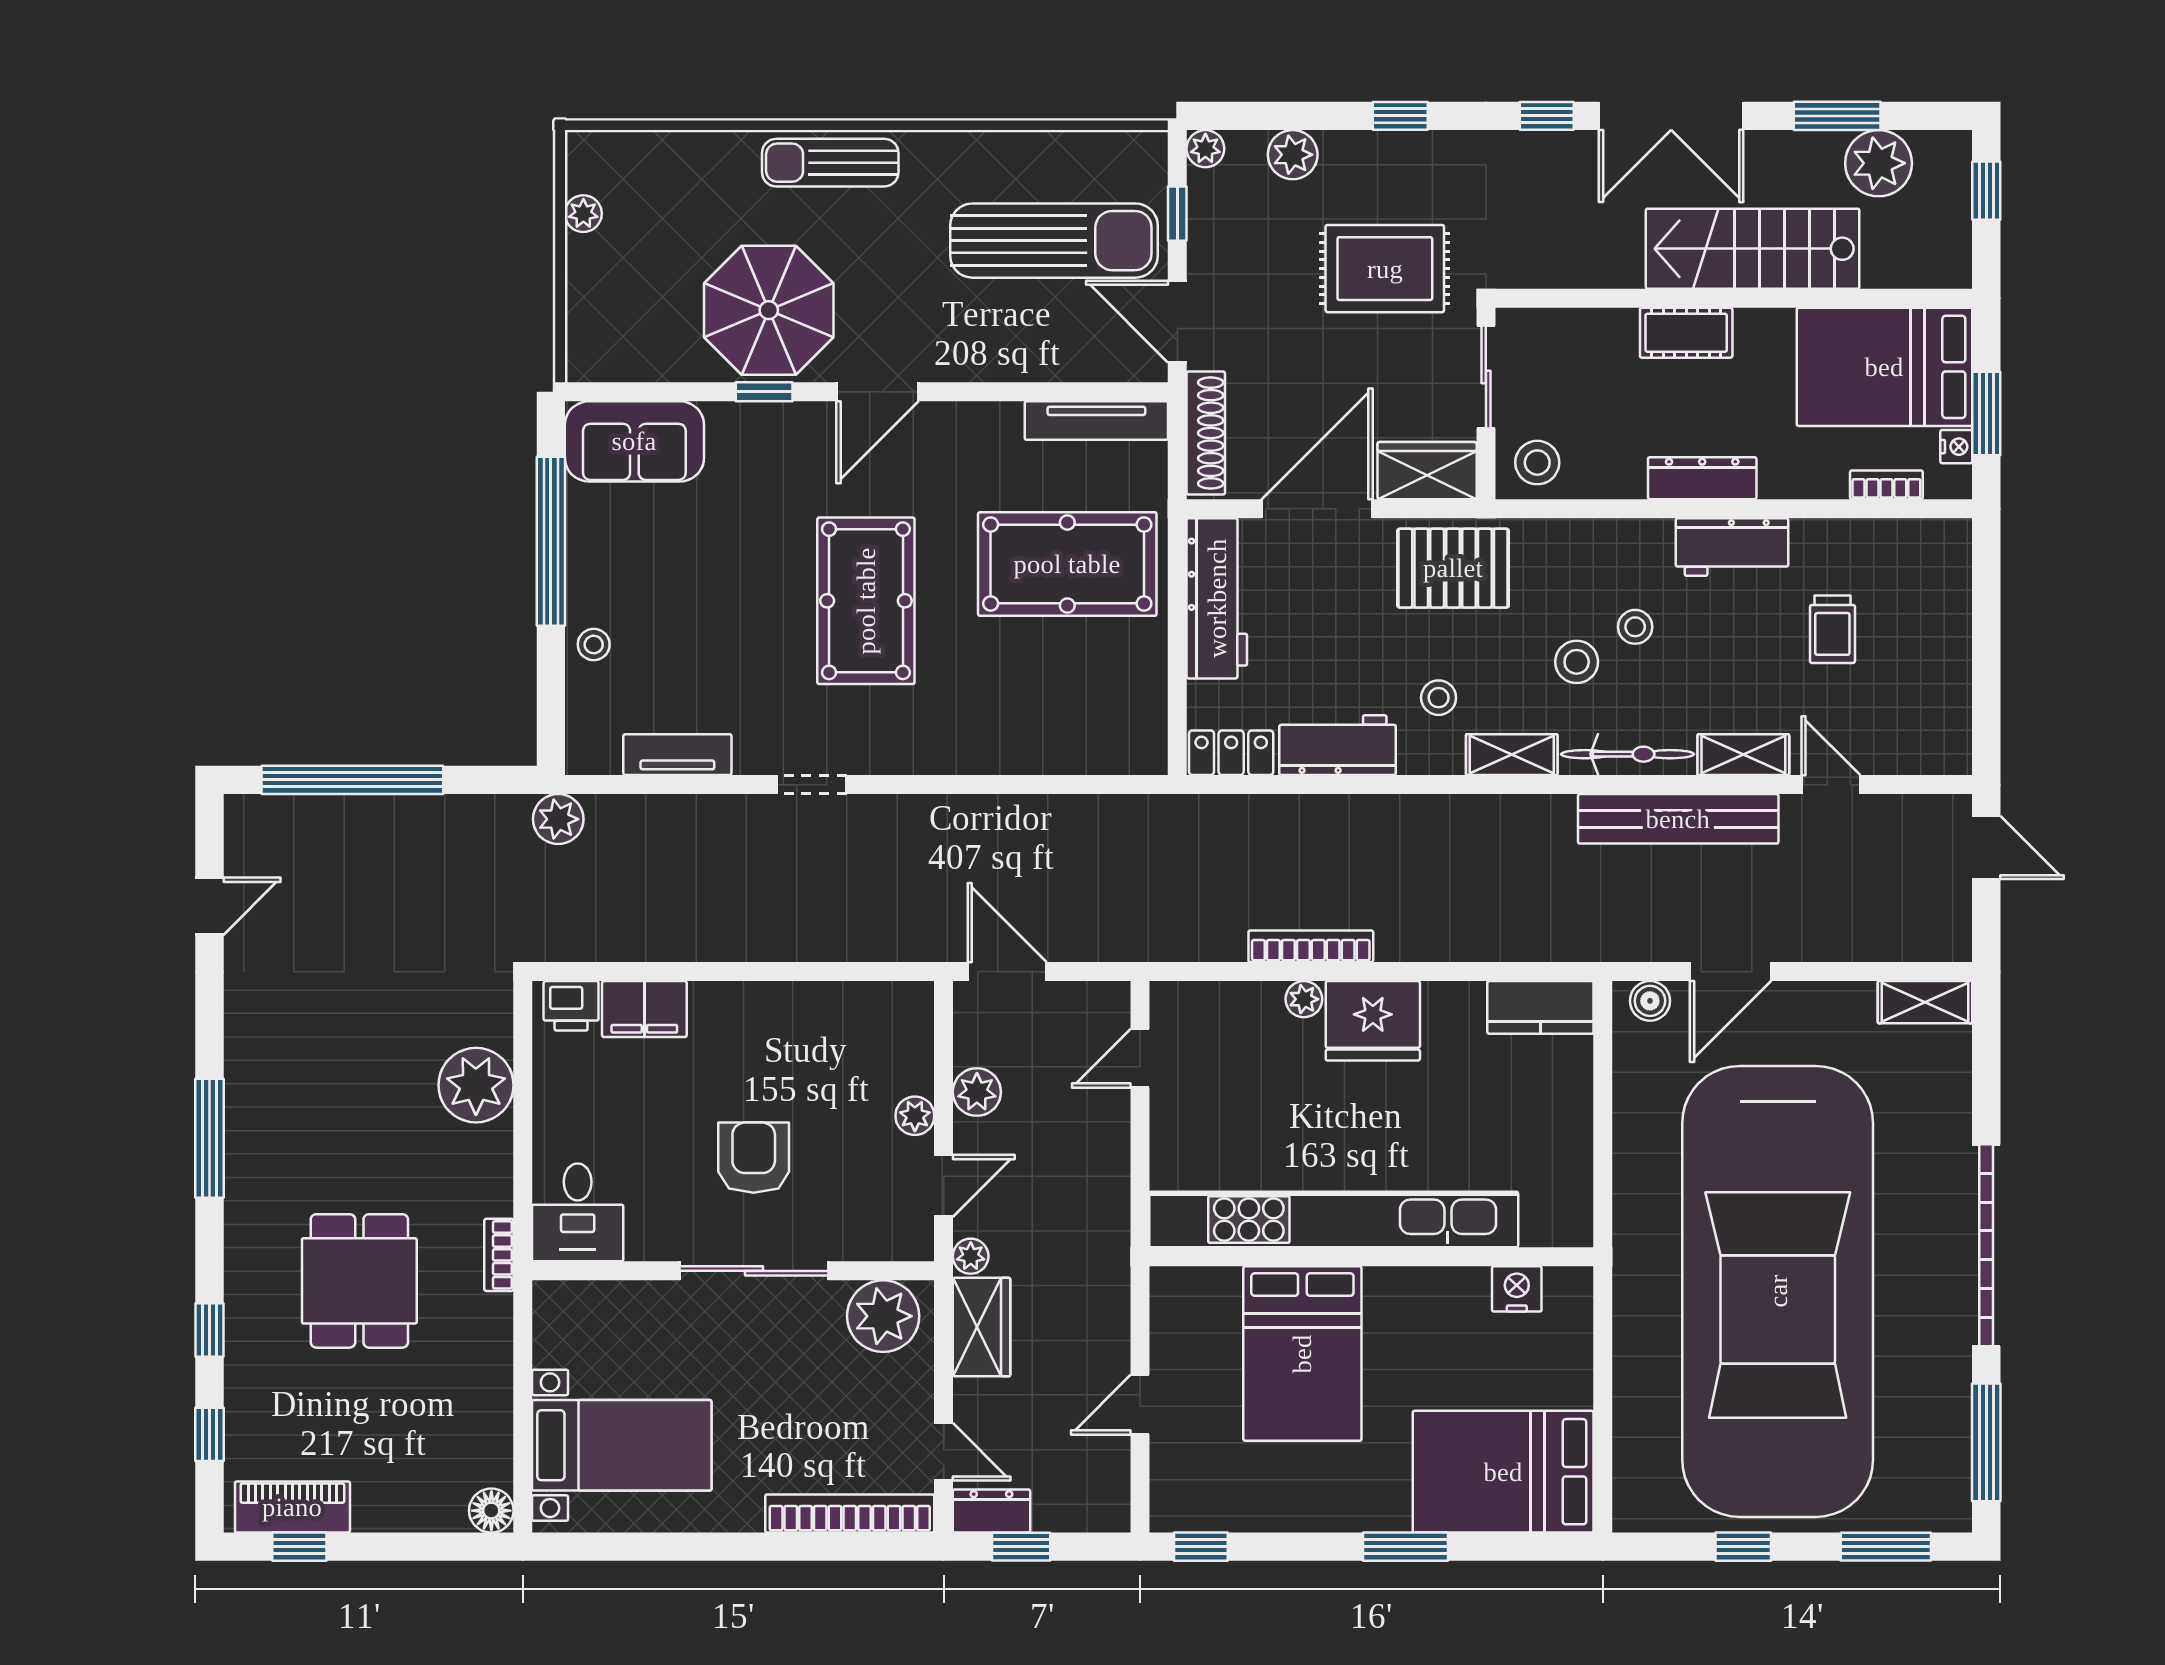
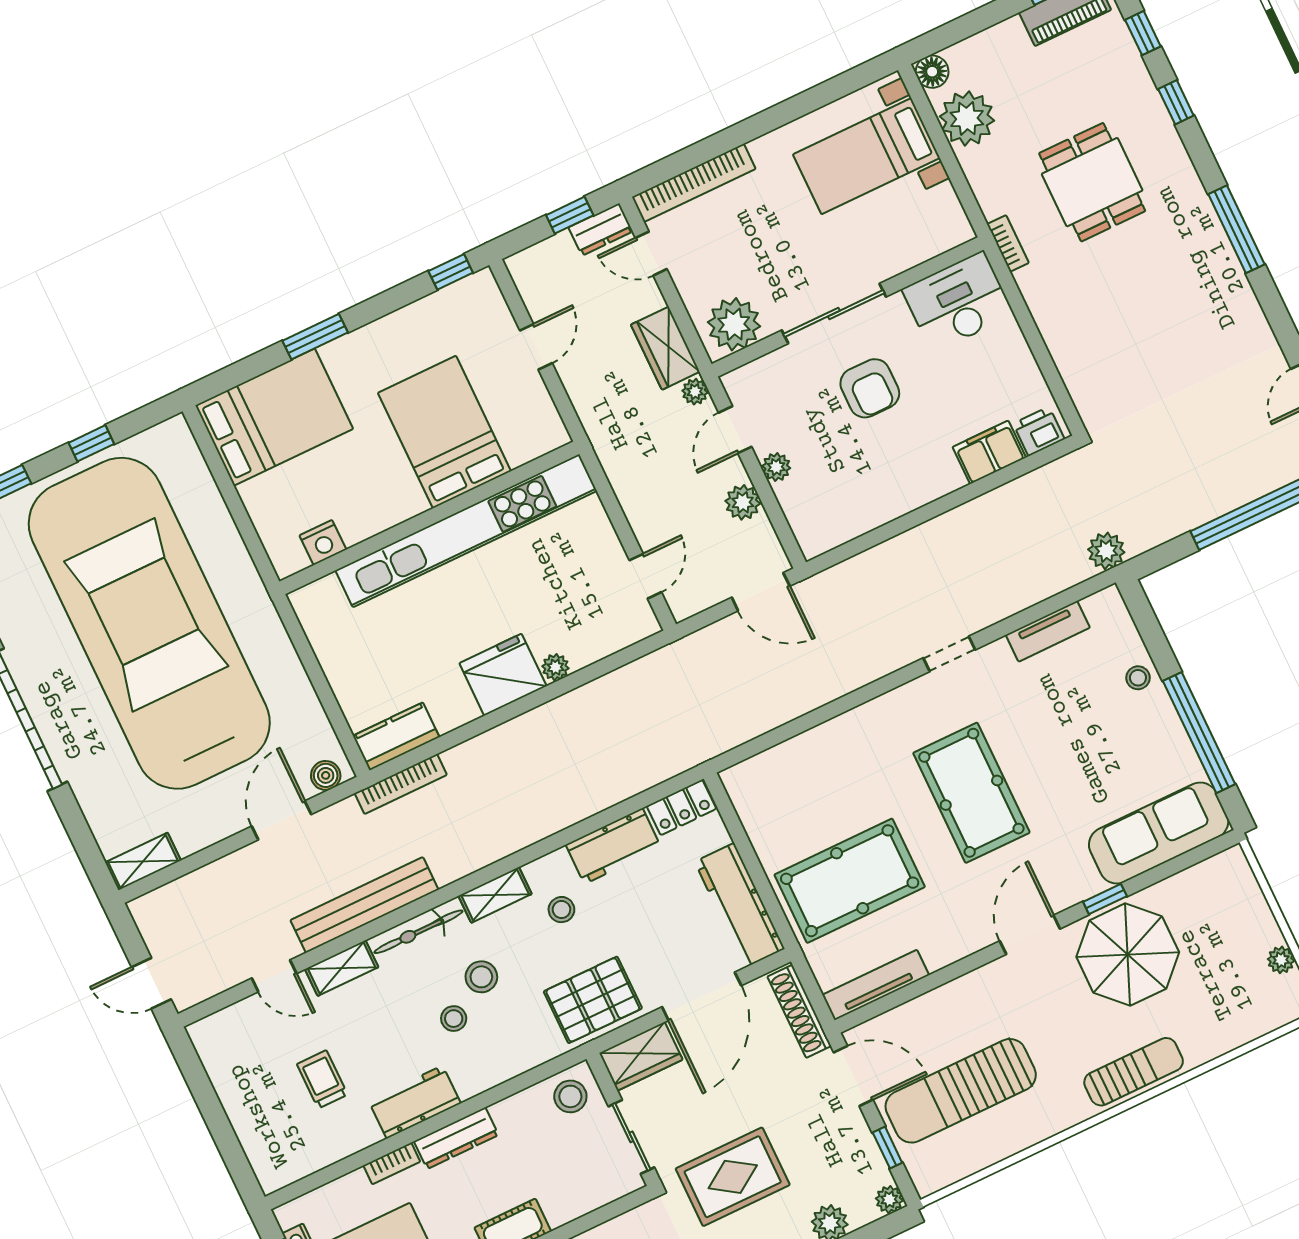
sofa: (634, 441) -> (1159, 833), width x1.36
bookcase: (1886, 485) -> (392, 1163), moved
bookcase: (1311, 946) -> (401, 784), moved
plant: (476, 1085) -> (967, 118), moved
desk: (578, 1212) -> (958, 302), width x1.37

